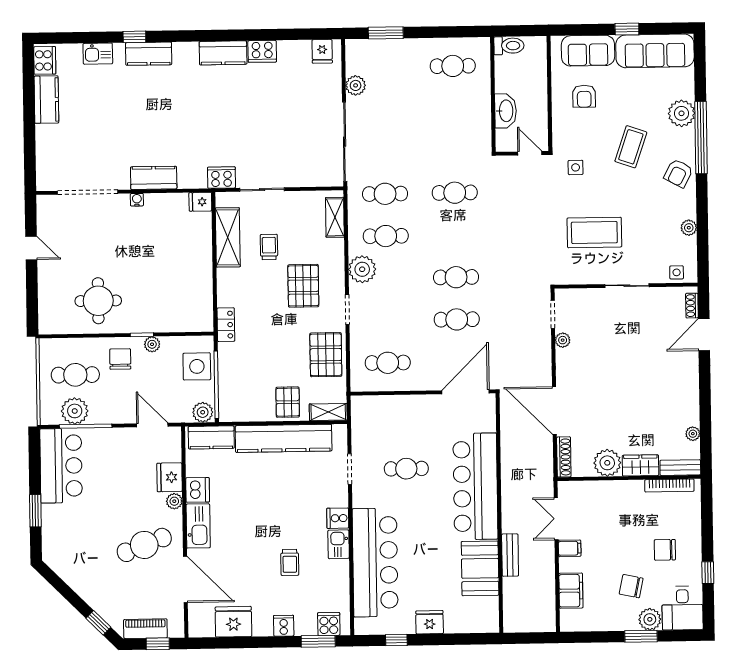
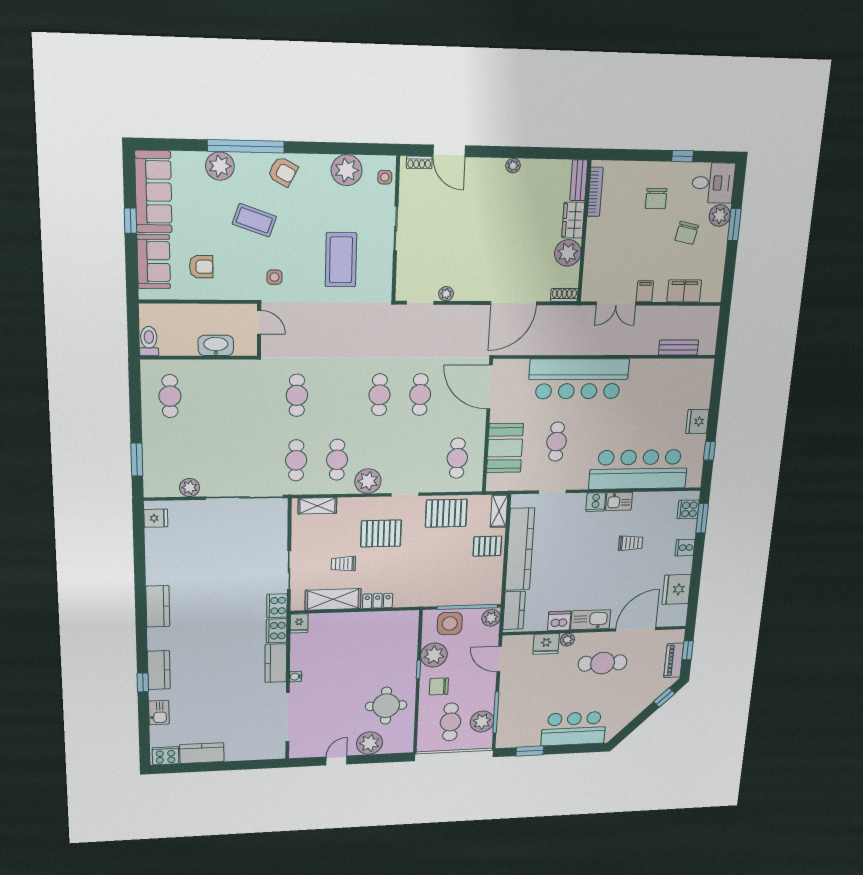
cooker: (262, 51) -> (277, 631), moved, turned 180
door: (530, 153) -> (259, 322), swing flipped
plant: (689, 228) -> (347, 170), width x1.87, depth x1.87
plant: (52, 284) -> (369, 743), added
locker: (226, 325) -> (378, 601), moved
plant: (152, 344) -> (434, 655), width x1.87, depth x1.87
door: (152, 425) -> (499, 659), hinge flipped
plant: (693, 434) -> (513, 166), moved
shoe rack: (564, 457) -> (564, 295), width x0.70
bar counter: (61, 466) -> (574, 729), moved
window: (35, 511) -> (530, 751), moved
cafe table: (144, 545) -> (603, 663), turned -69
bench: (510, 555) -> (679, 347), moved
booth: (480, 568) -> (505, 448), moved, turned 90

